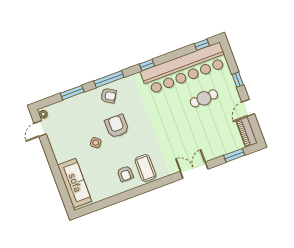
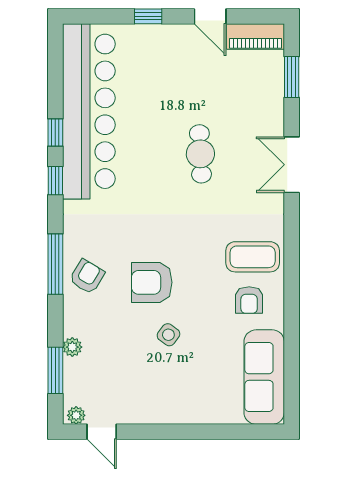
window: (202, 45) -> (55, 132), moved
window: (72, 93) -> (55, 370), moved
cafe table: (204, 98) -> (200, 154), moved
plant: (74, 101) -> (72, 347), added
armchair: (125, 174) -> (249, 300), turned 90
sofa: (75, 183) -> (264, 377), moved, turned -90

